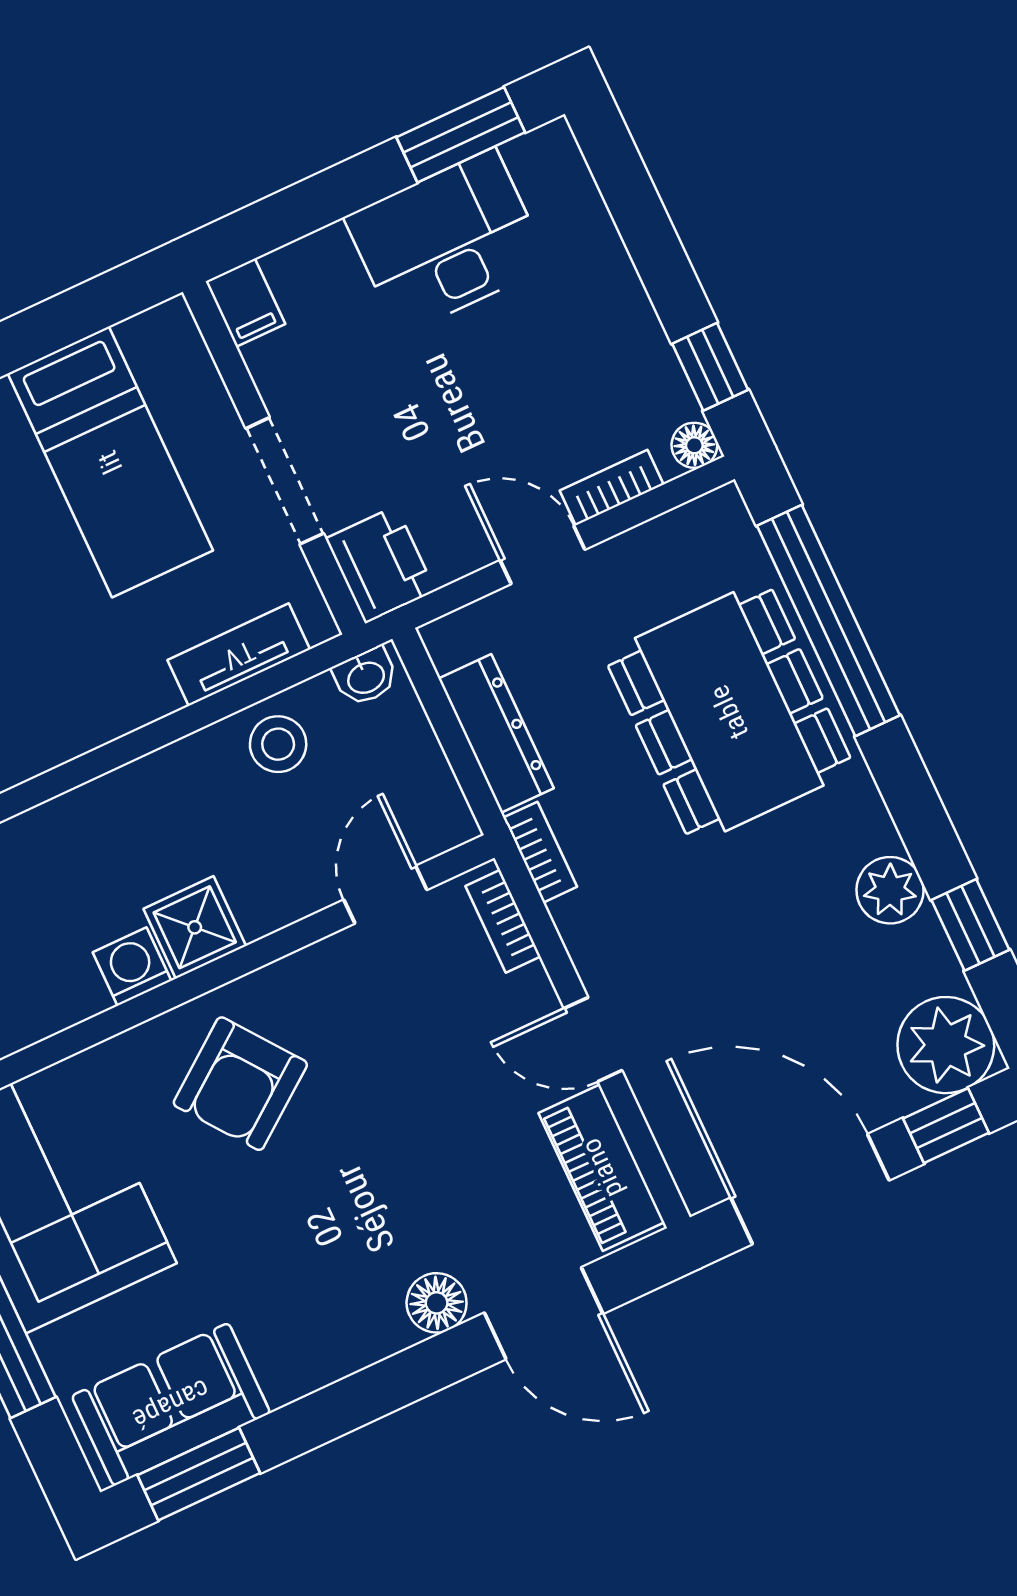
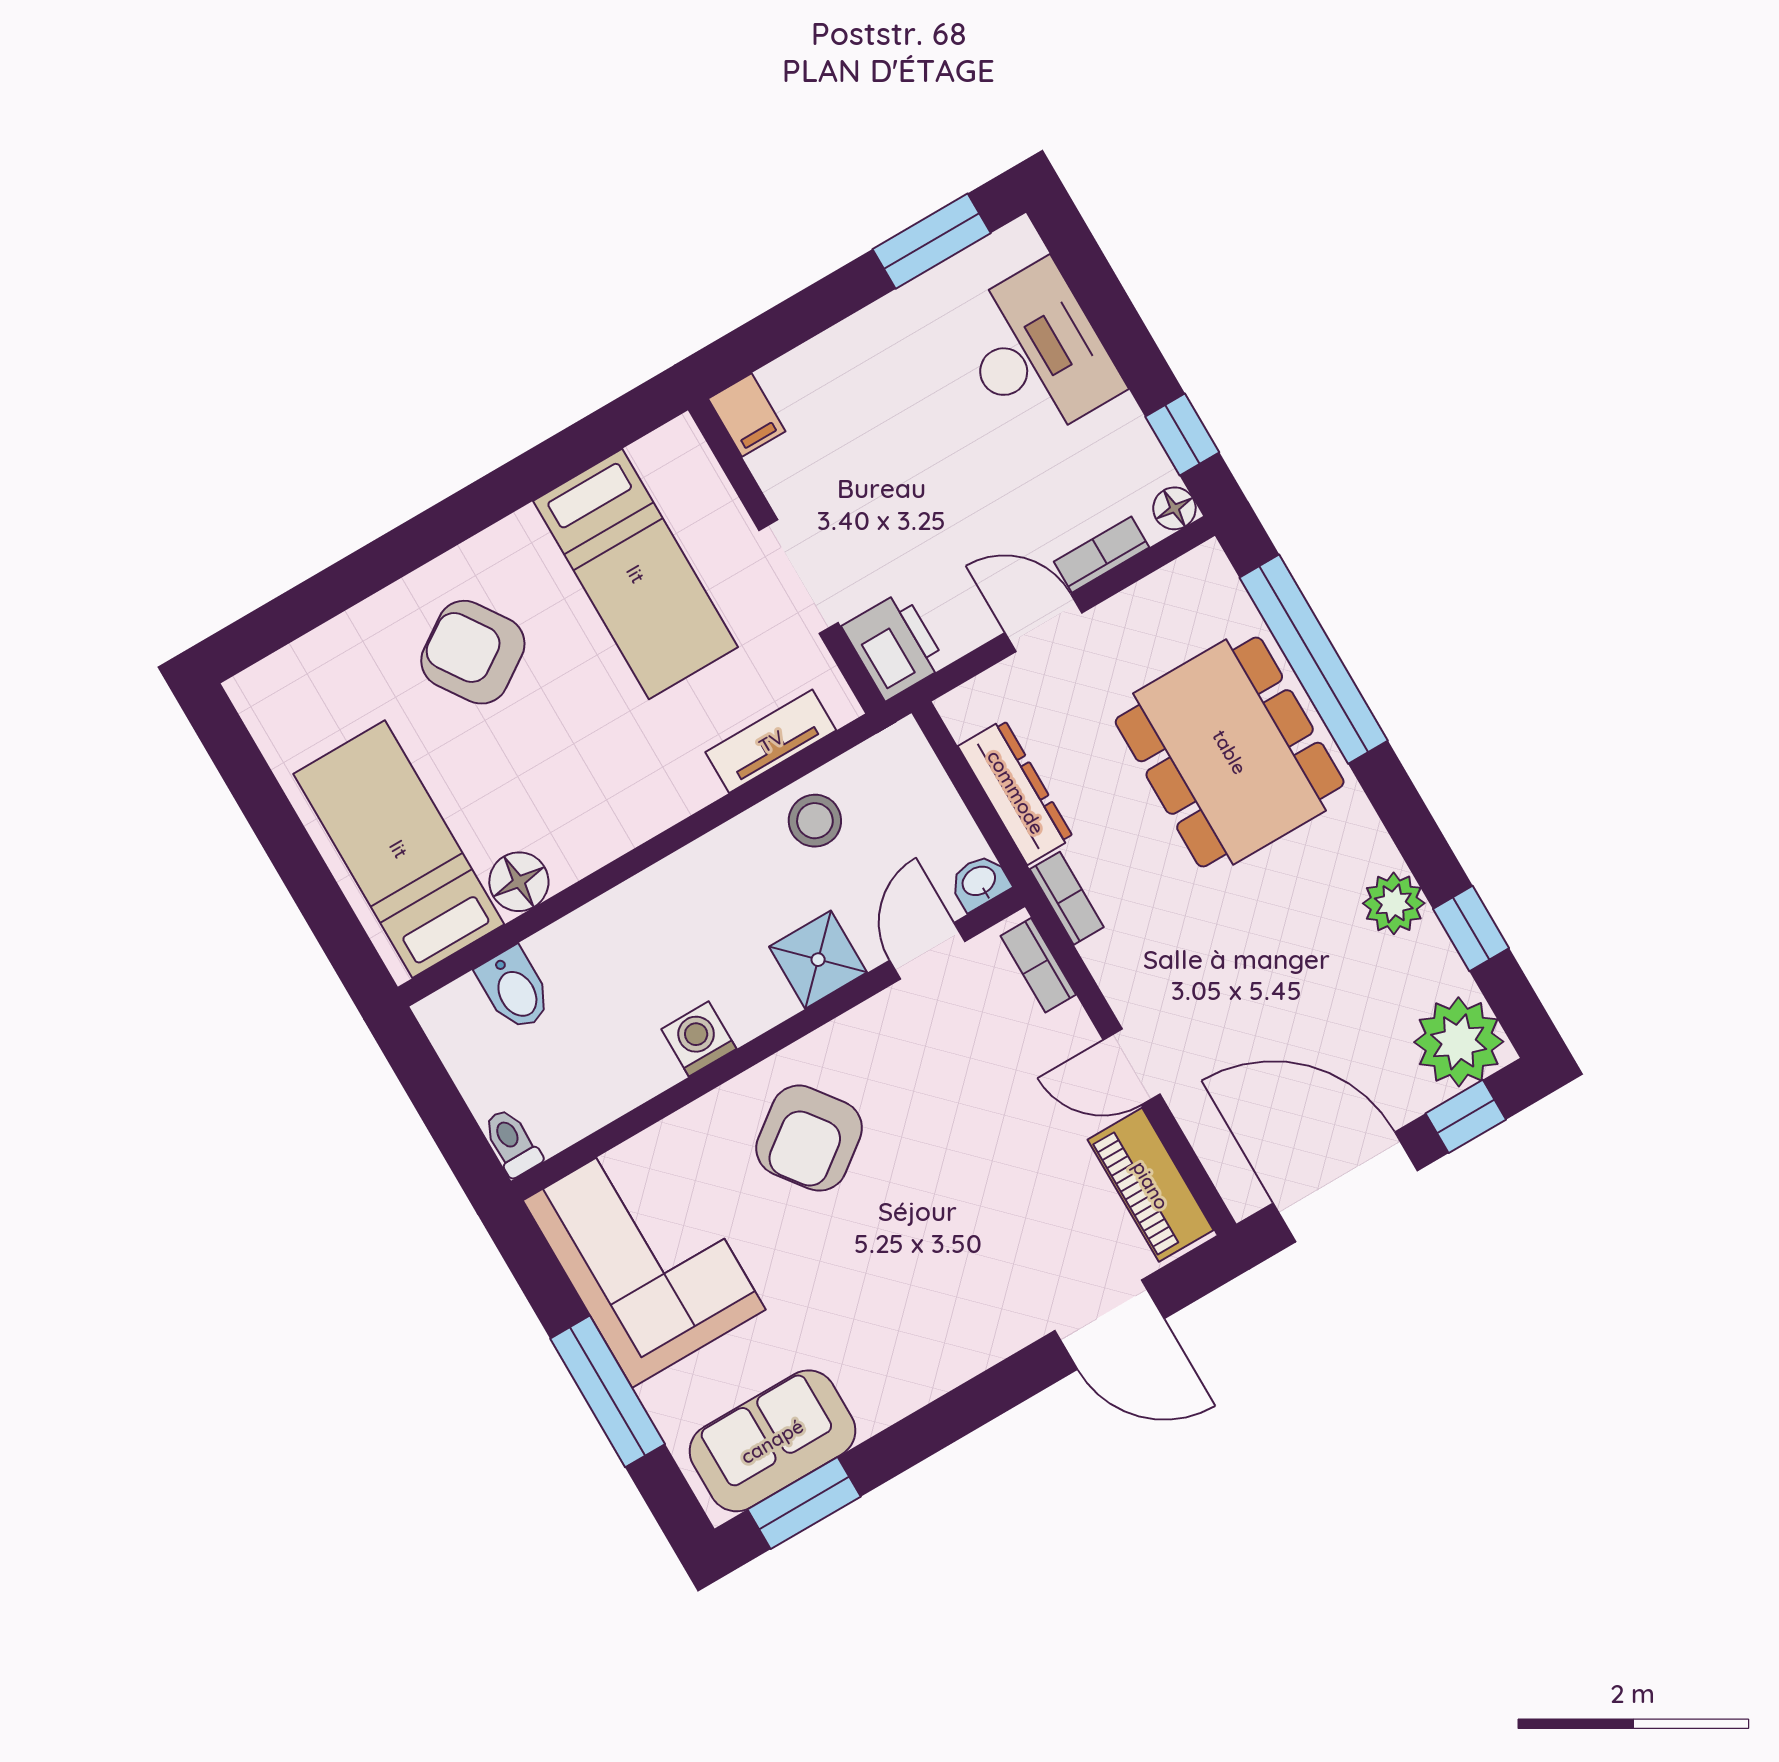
desk: (447, 242) -> (1037, 352), moved, turned 90
washbasin: (365, 677) -> (979, 882), moved, turned 180
shower: (195, 927) -> (818, 960), moved
floor lamp: (437, 1303) -> (1010, 1324), removed

